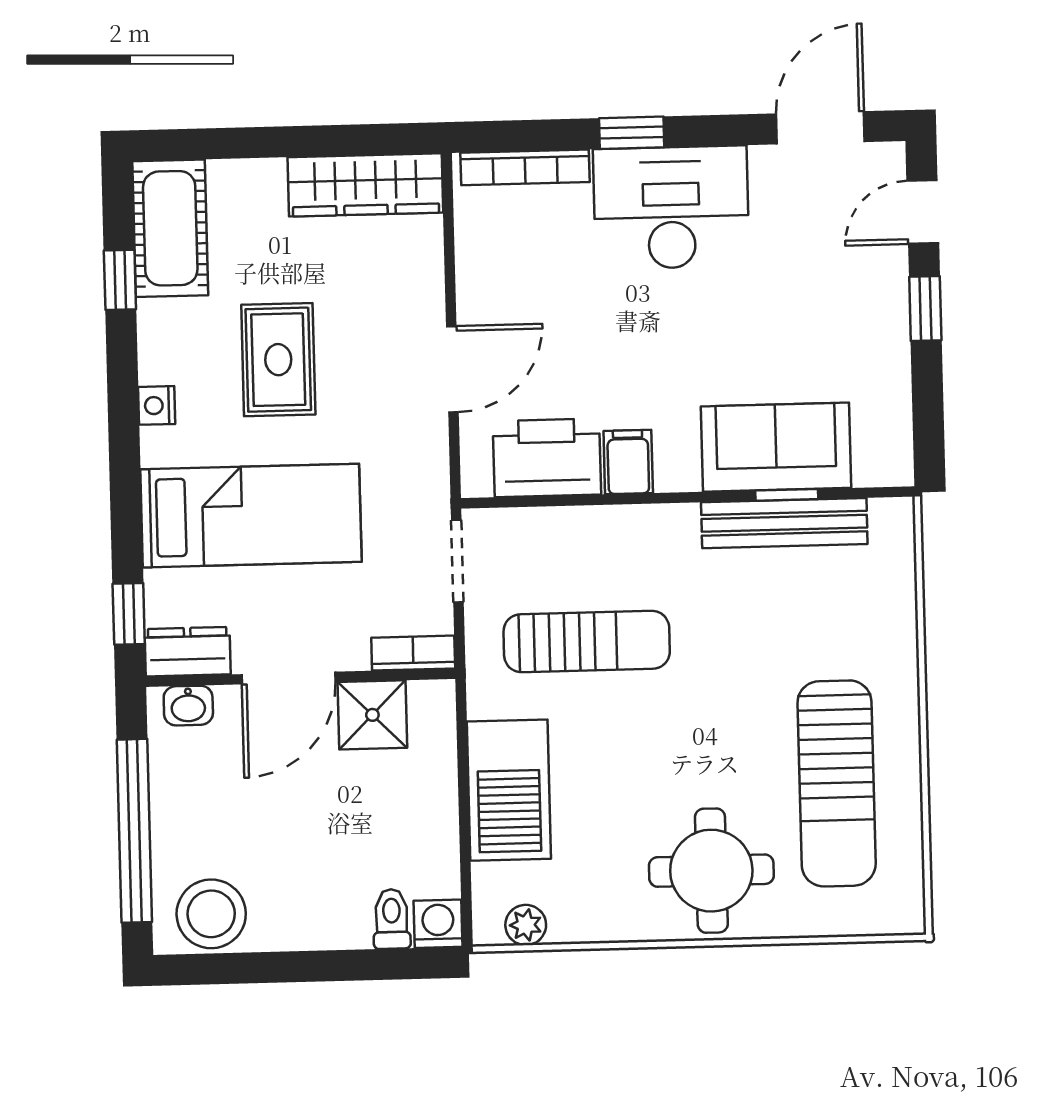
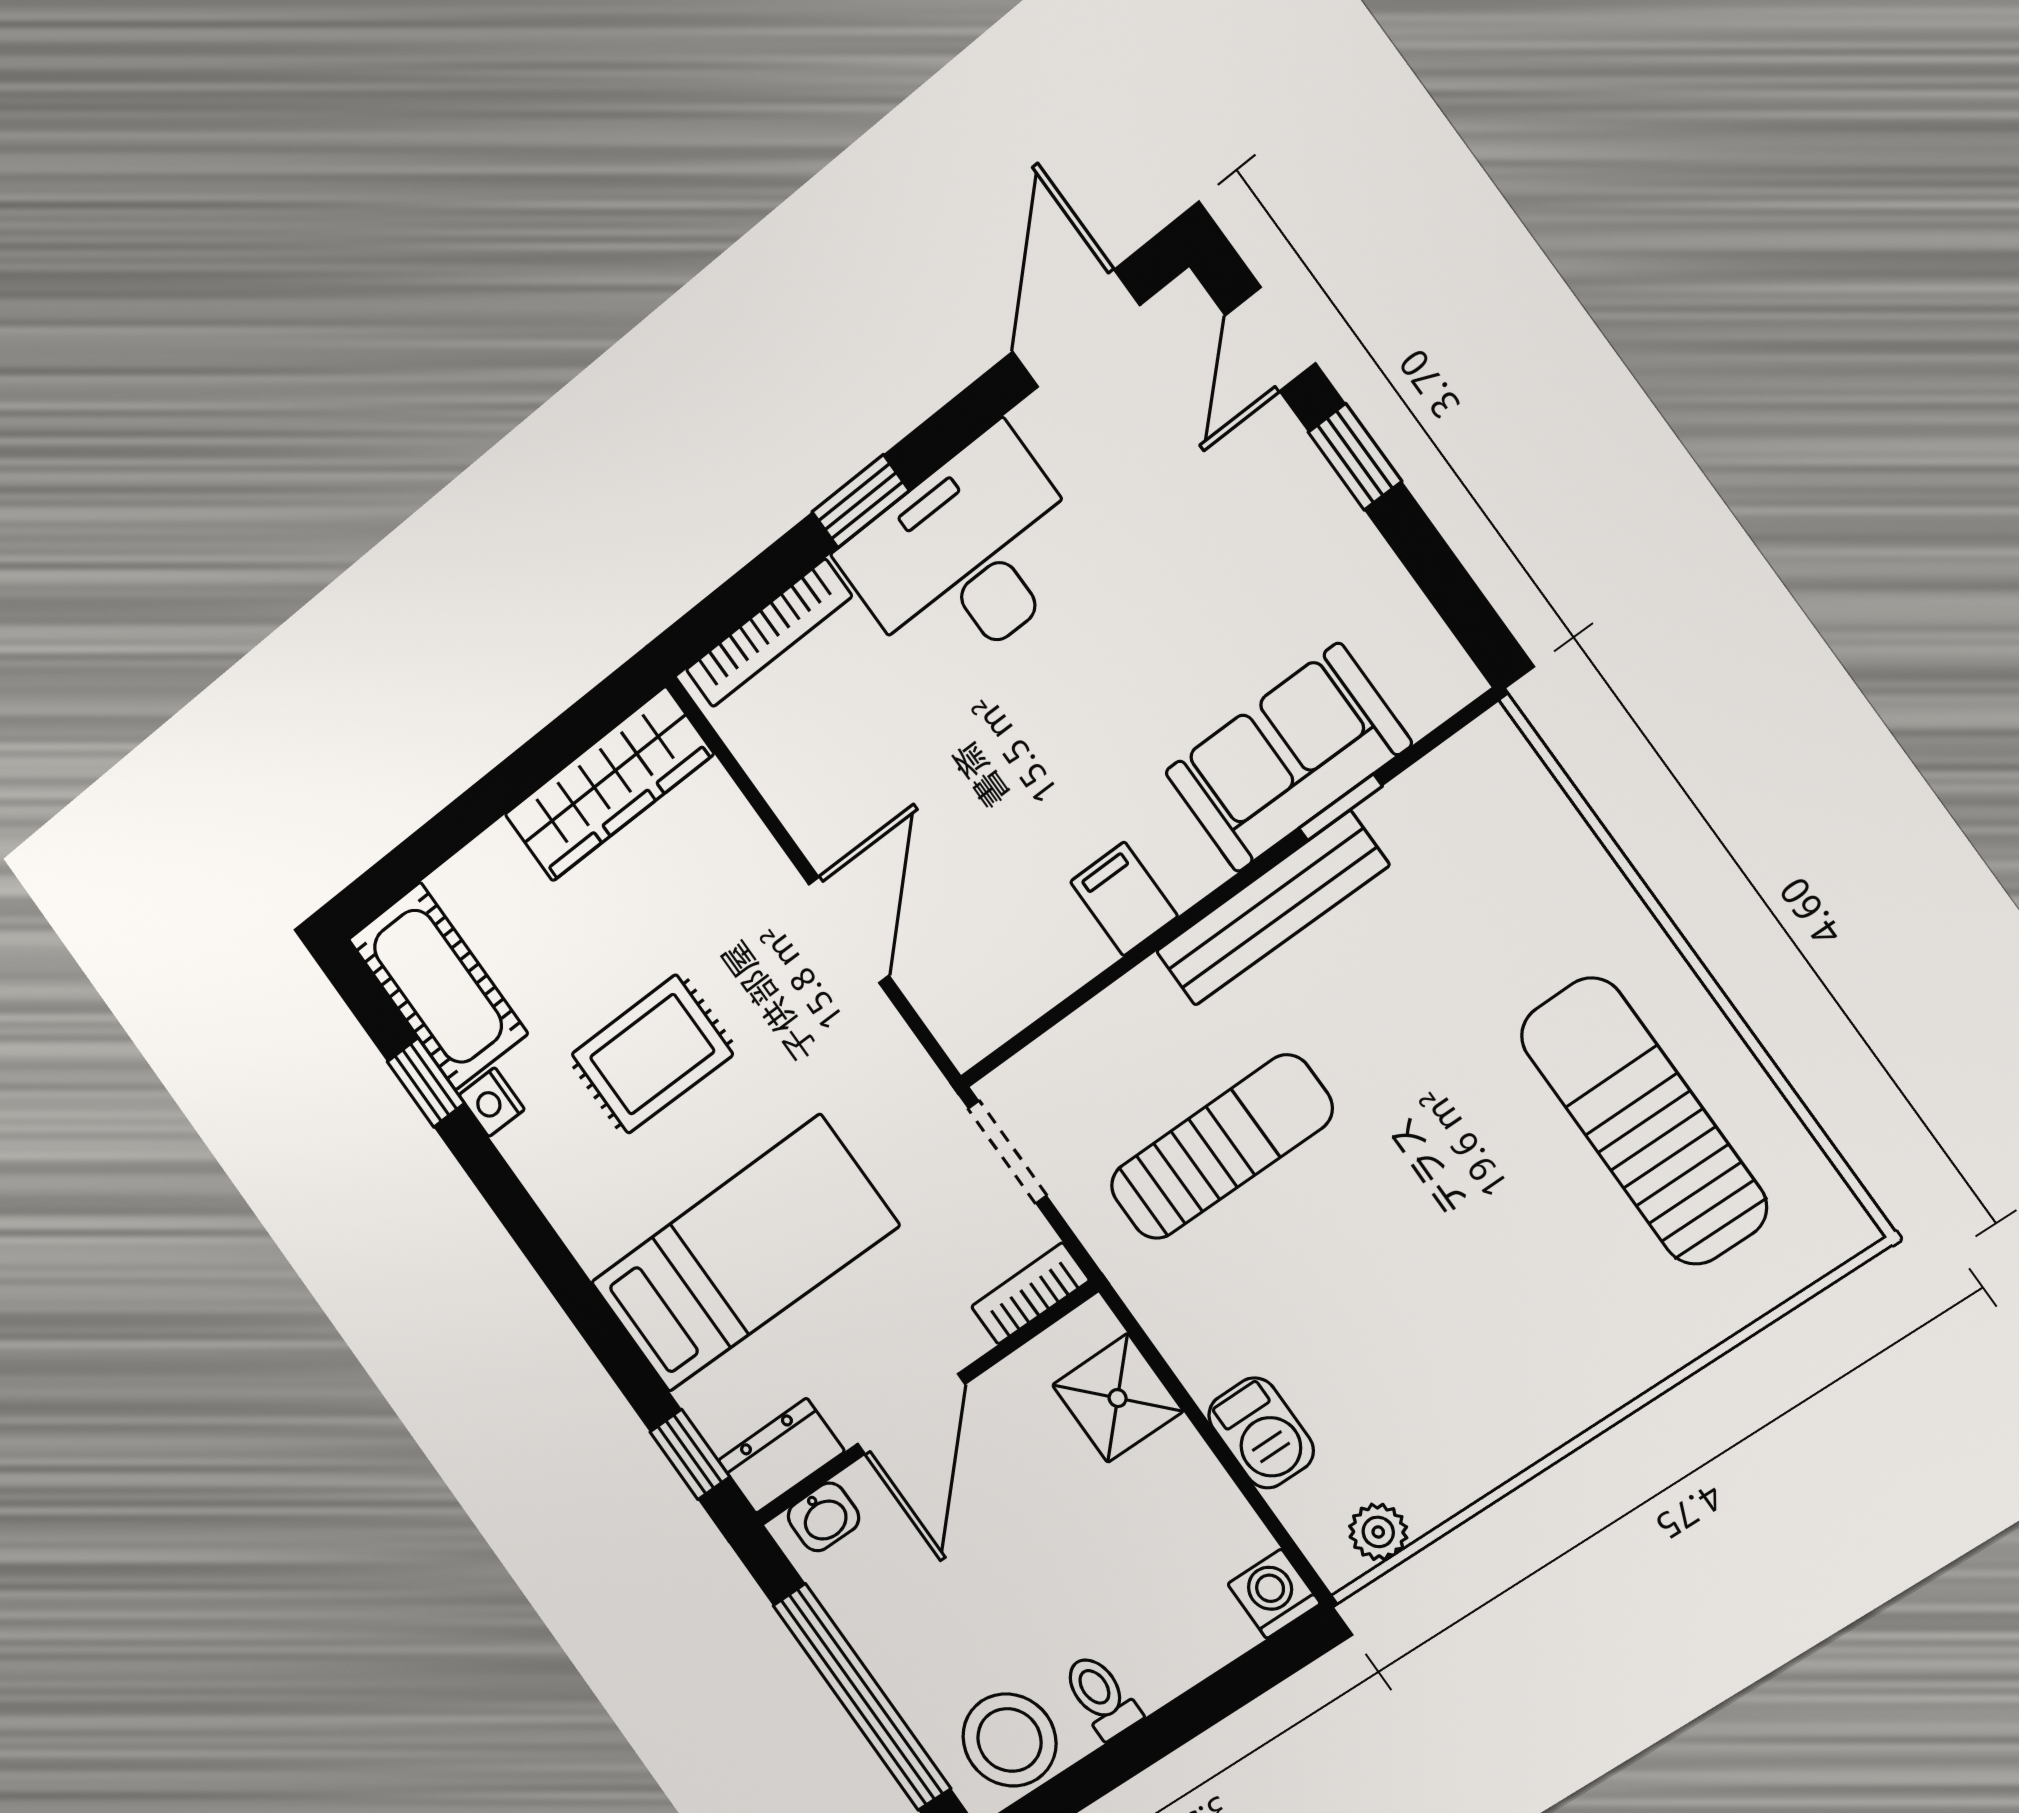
rug: (278, 360) -> (652, 1054), turned 90
nightstand: (157, 405) -> (492, 1102), moved
printer: (547, 458) -> (1026, 959), removed
bench: (784, 523) -> (1272, 909), moved
shower: (372, 715) -> (1118, 1398), moved
sun lounger: (837, 783) -> (1644, 1121), turned 180
barbecue: (509, 790) -> (1261, 1433), width x0.53, depth x0.65
round table: (711, 871) -> (1559, 1327), removed
toilet: (392, 919) -> (1101, 1696), moved

